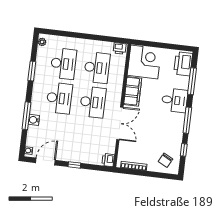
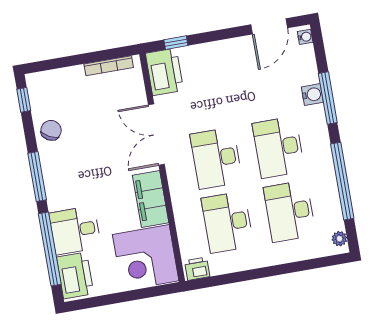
window: (32, 71) -> (342, 181), width x2.11
window: (192, 81) -> (50, 249), width x1.46
desk: (175, 100) -> (75, 230), moved
window: (184, 150) -> (24, 100), moved
printer: (108, 160) -> (164, 72), width x1.87, depth x1.48
chair: (165, 160) -> (51, 130), moved
window: (74, 165) -> (176, 43), moved

